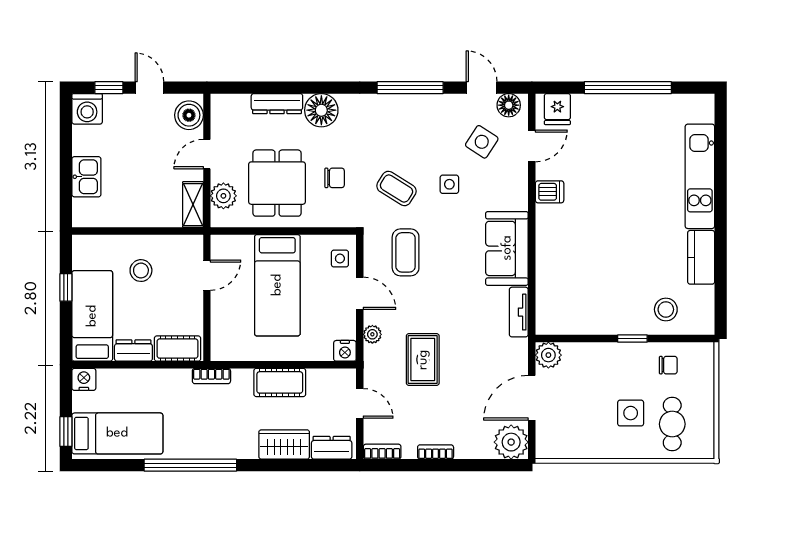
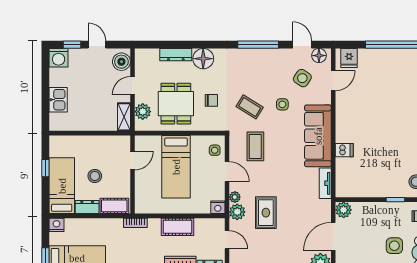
dishwasher: (550, 192) -> (344, 150), moved
sofa: (507, 248) -> (318, 136), width x1.36
stool: (141, 271) -> (95, 176), moved
plant: (376, 358) -> (237, 212), added

